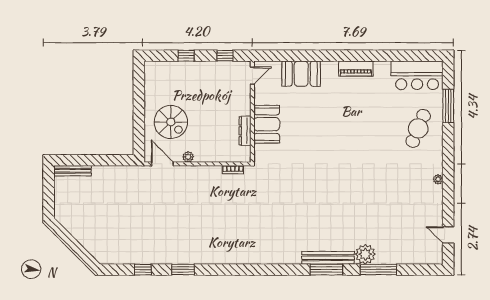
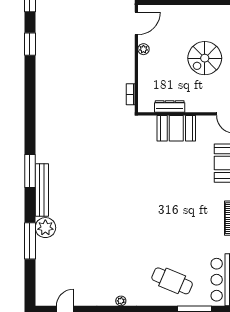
spiral stairs: (171, 122) -> (205, 58), moved
window: (326, 270) -> (30, 171), moved

